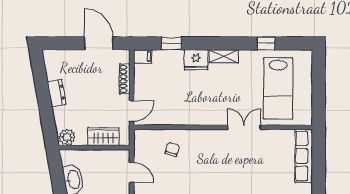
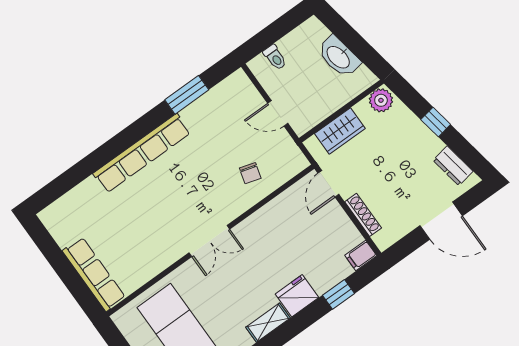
door: (99, 43) -> (441, 221), moved
dresser: (57, 93) -> (453, 166), moved
window: (45, 102) -> (436, 122), added
double door: (244, 127) -> (209, 241), moved

